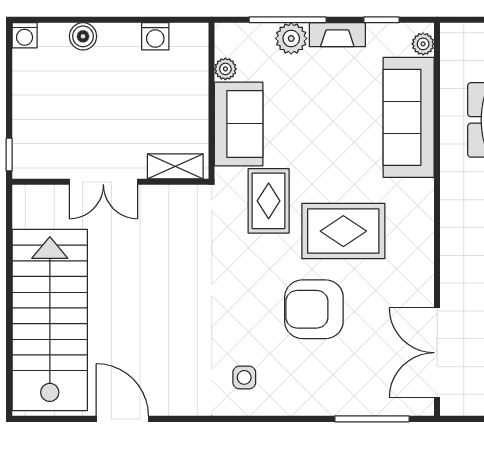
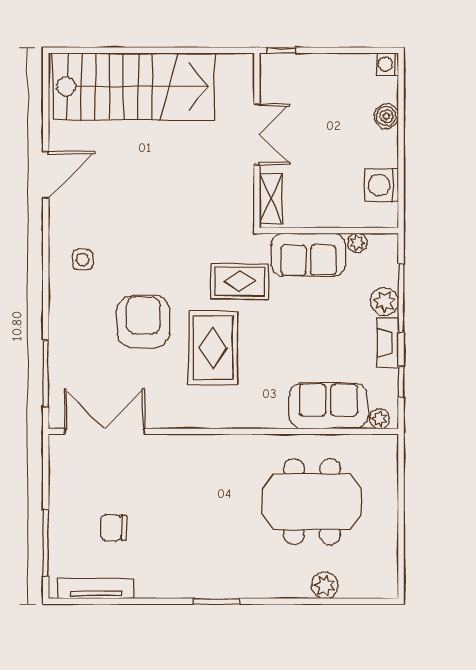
washing machine: (155, 36) -> (382, 185), width x1.38, depth x1.38
sofa: (409, 117) -> (328, 406), width x0.73
double door: (103, 182) -> (257, 134), swing flipped
door: (122, 419) -> (46, 175), moved

